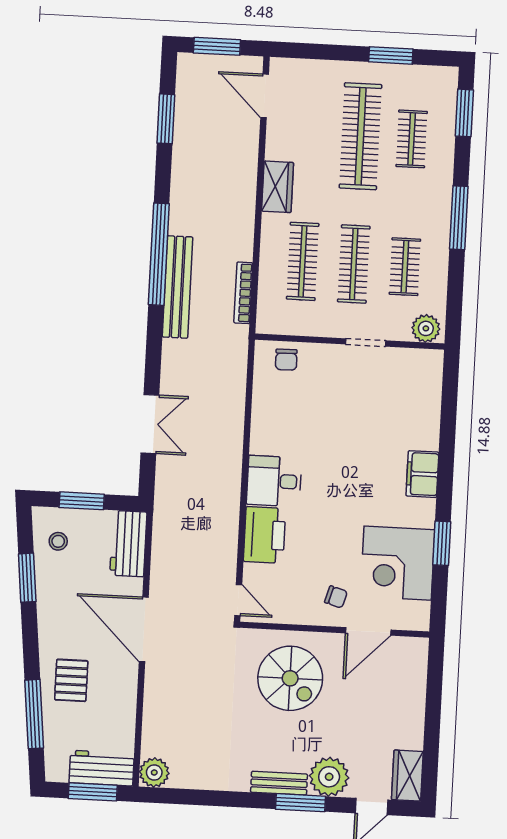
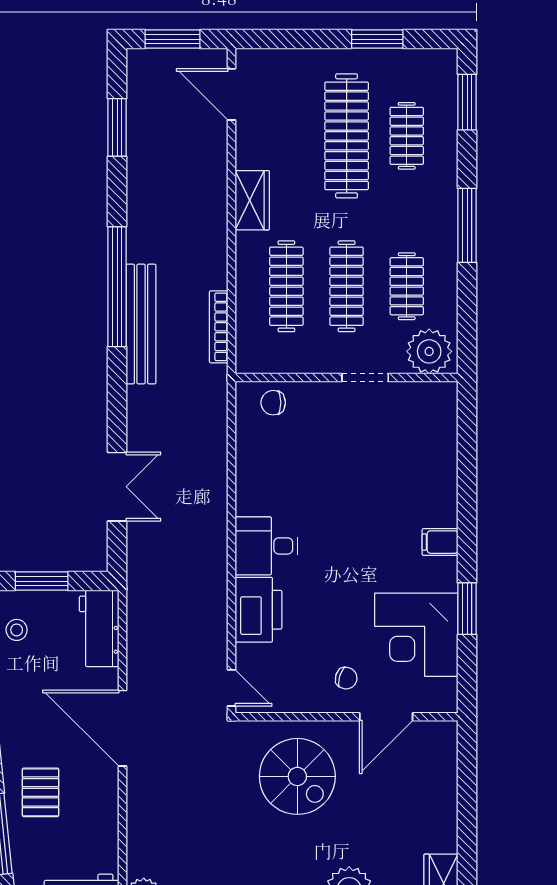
plant: (426, 328) -> (429, 351), width x1.36, depth x1.36
chair: (286, 360) -> (273, 403), turned 91
filing cabinet: (422, 474) -> (440, 542), width x0.50

